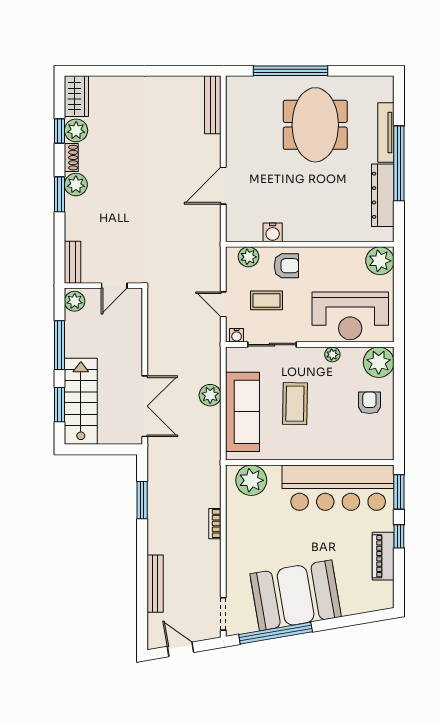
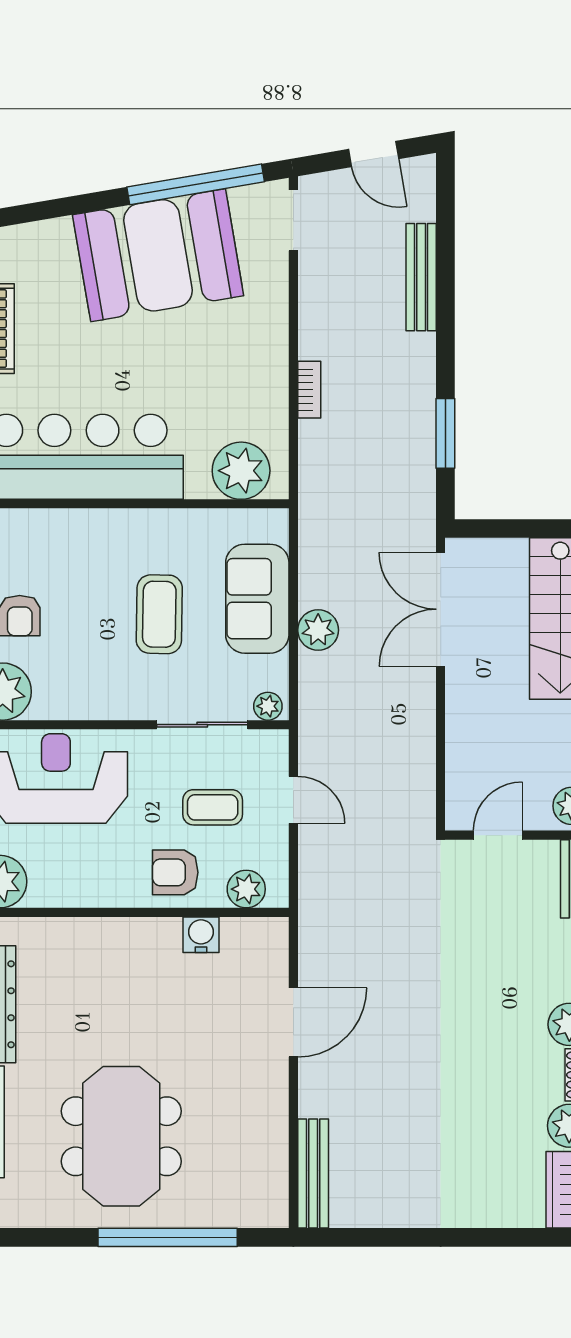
water cooler: (237, 335) -> (269, 742), removed
plant: (332, 354) -> (268, 706), moved
sofa: (243, 412) -> (257, 599), width x0.73

